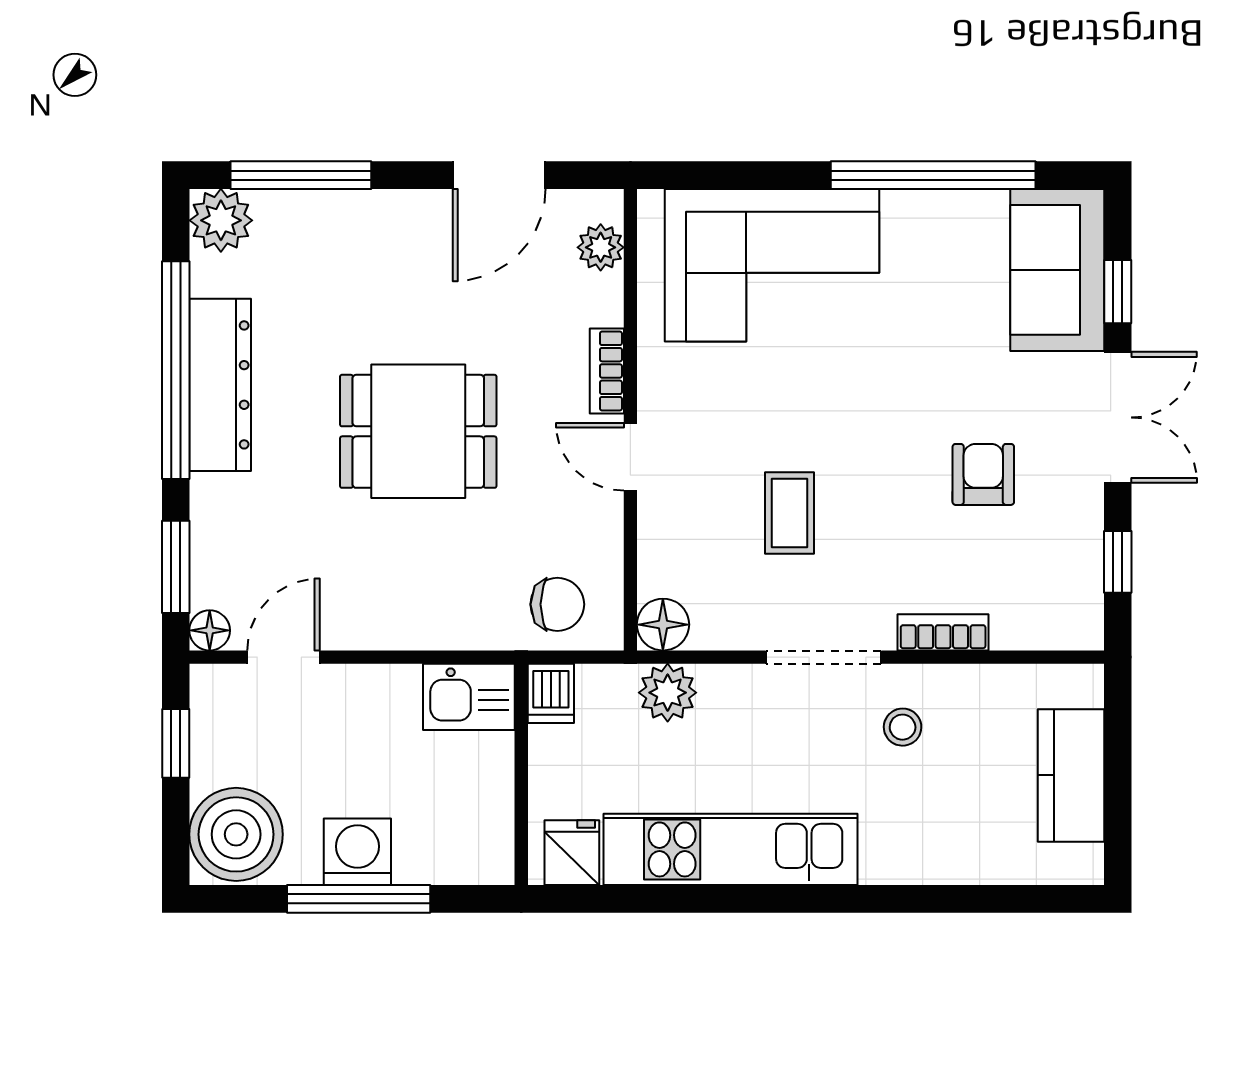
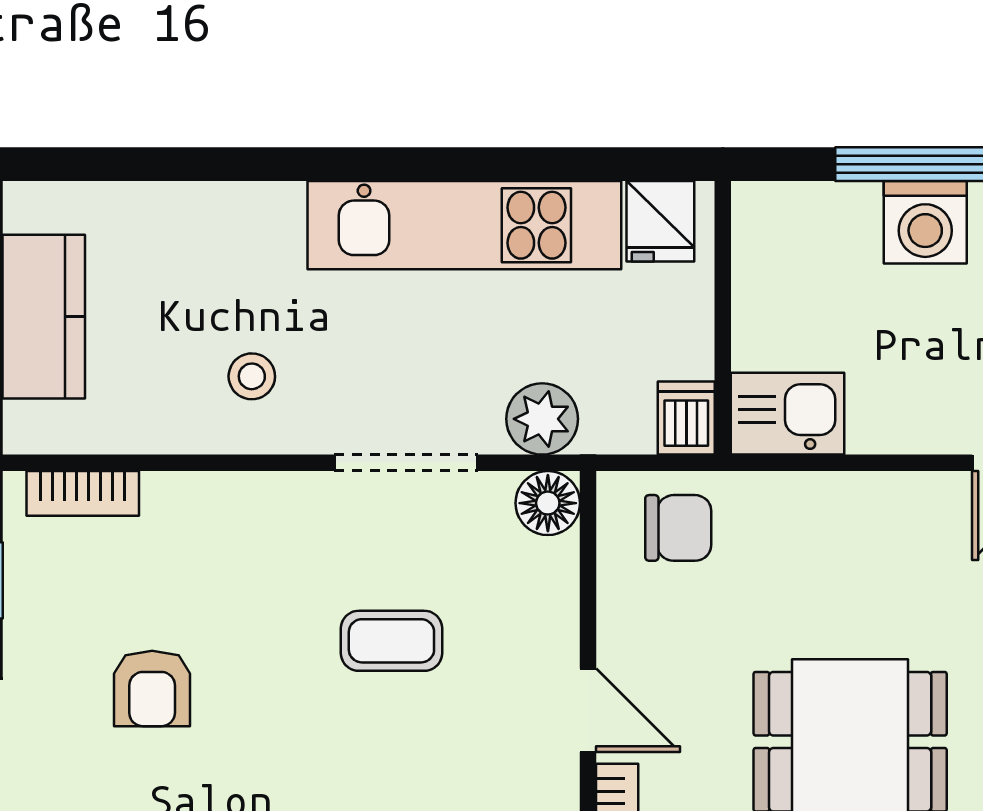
coffee table: (789, 513) -> (391, 641), turned 90
chair: (557, 604) -> (678, 528), turned 180
bookcase: (943, 632) -> (83, 493), moved
doorway: (823, 657) -> (406, 463), moved

